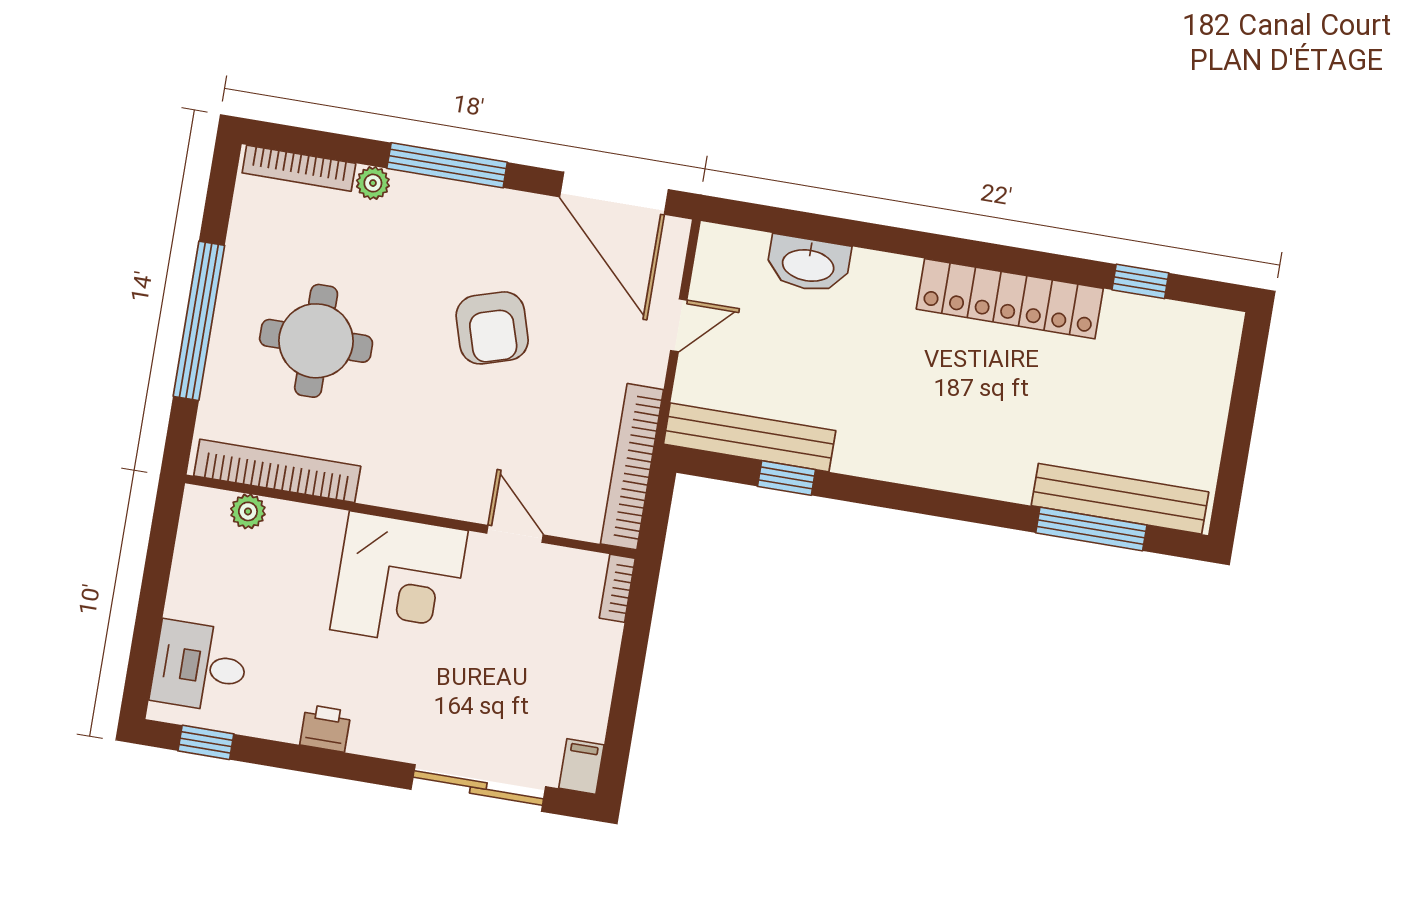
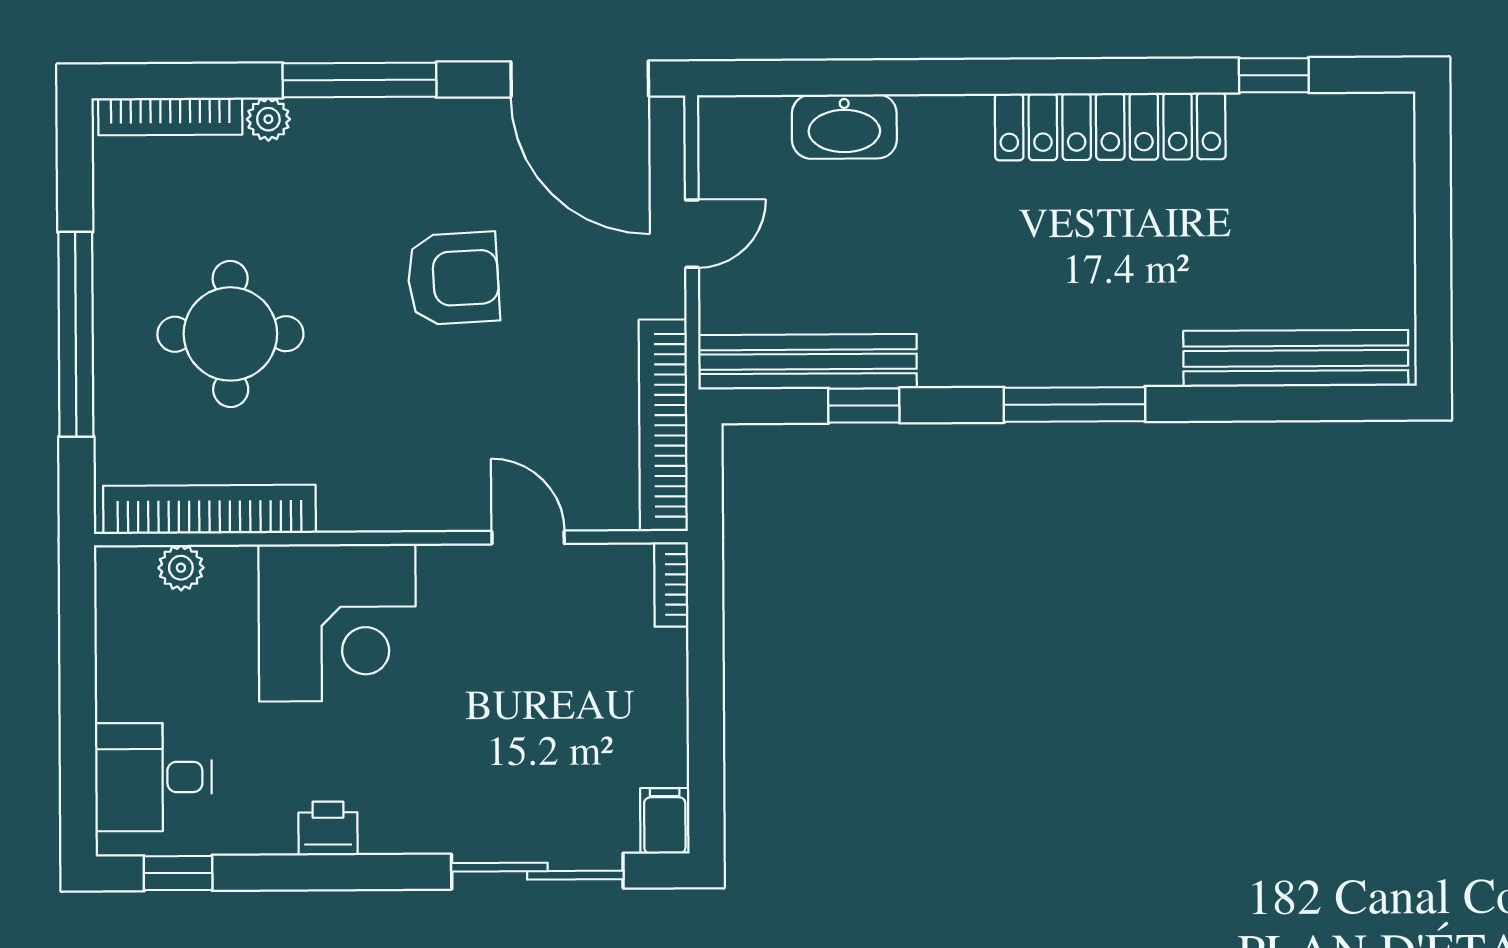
armchair: (492, 328) -> (453, 278), turned -76
window: (1091, 529) -> (1074, 404), moved
corner desk: (399, 580) -> (337, 623), moved

